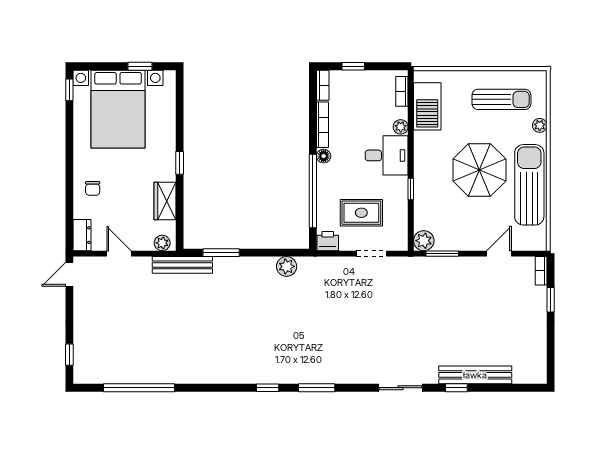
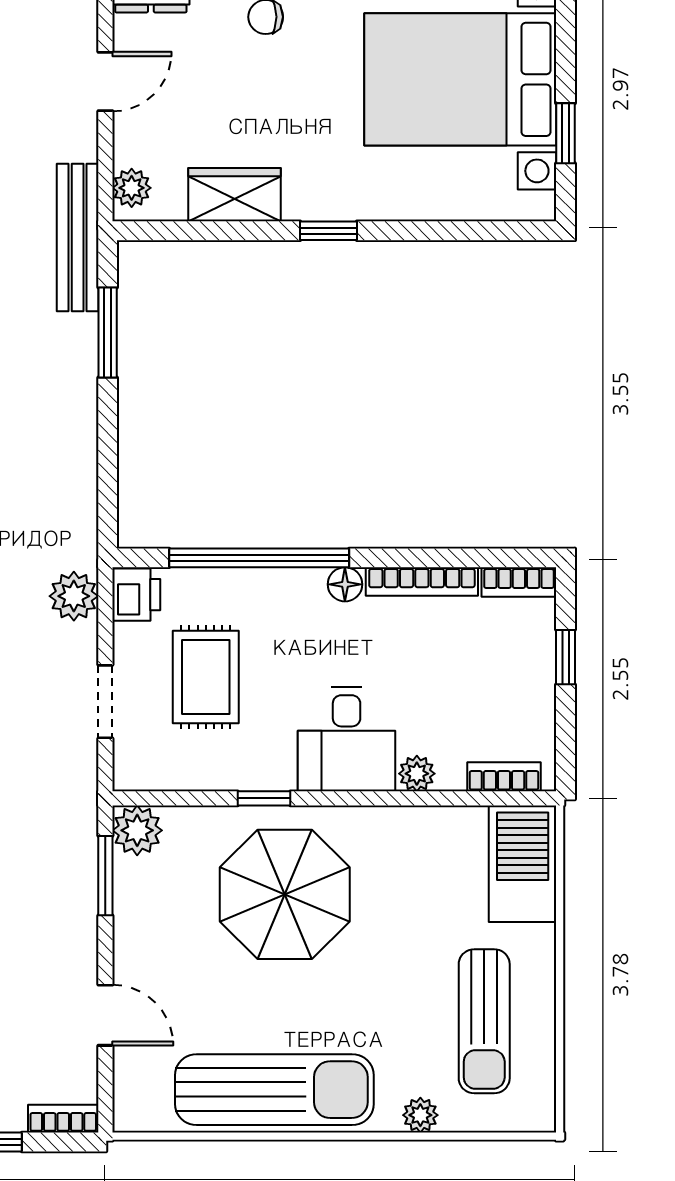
barbecue: (427, 106) -> (523, 864), moved, turned 90
parasol: (479, 170) -> (285, 894), moved
plant: (287, 266) -> (74, 596), moved

